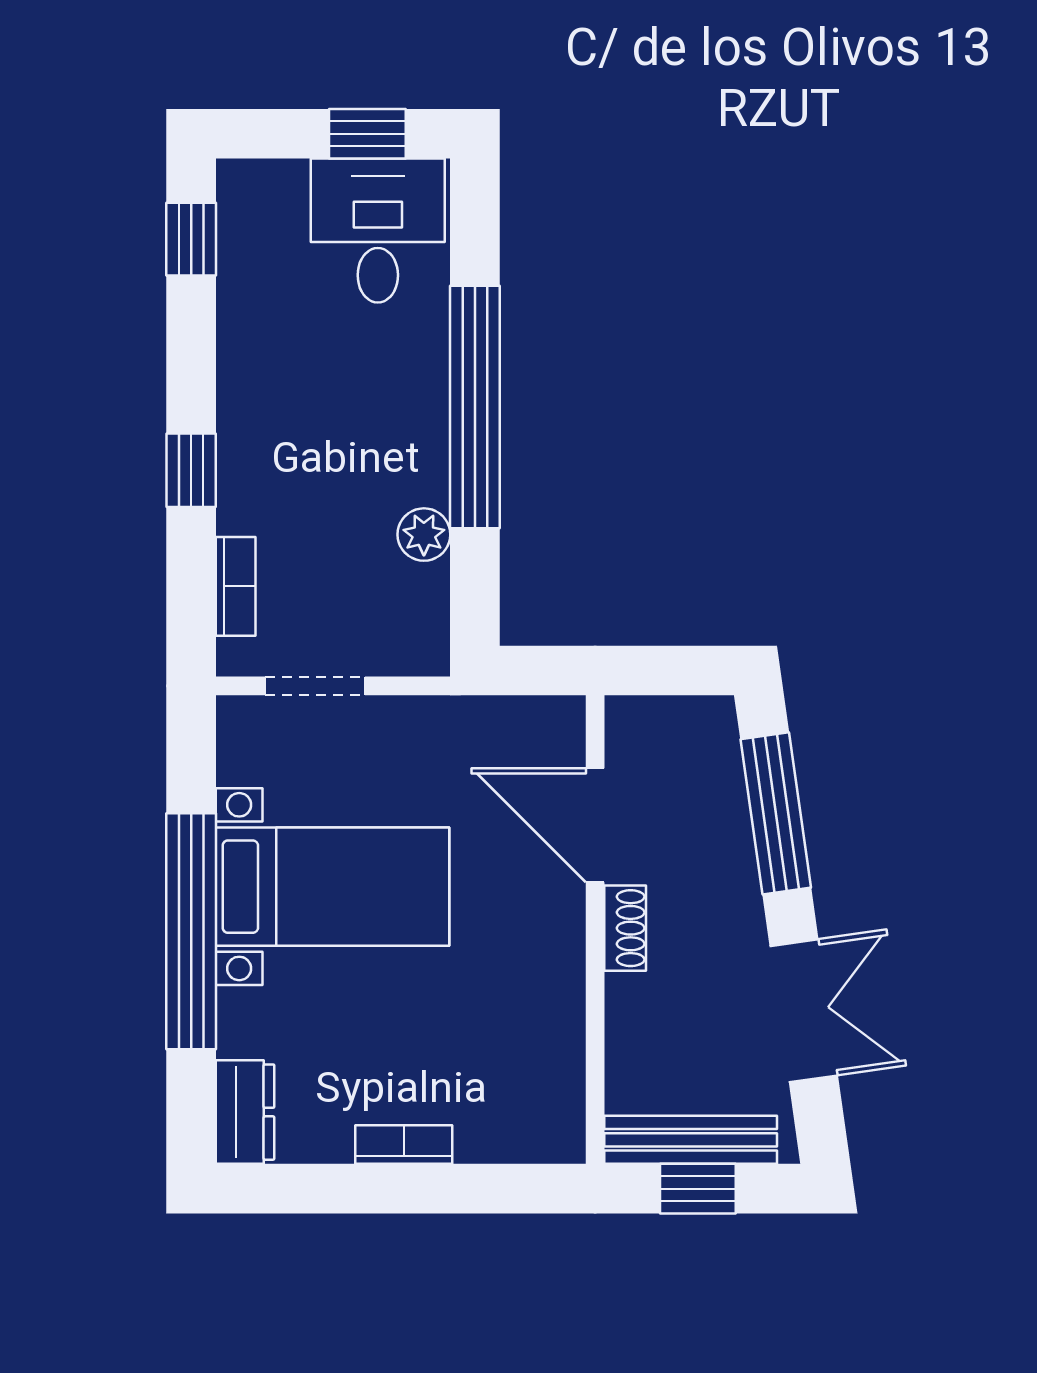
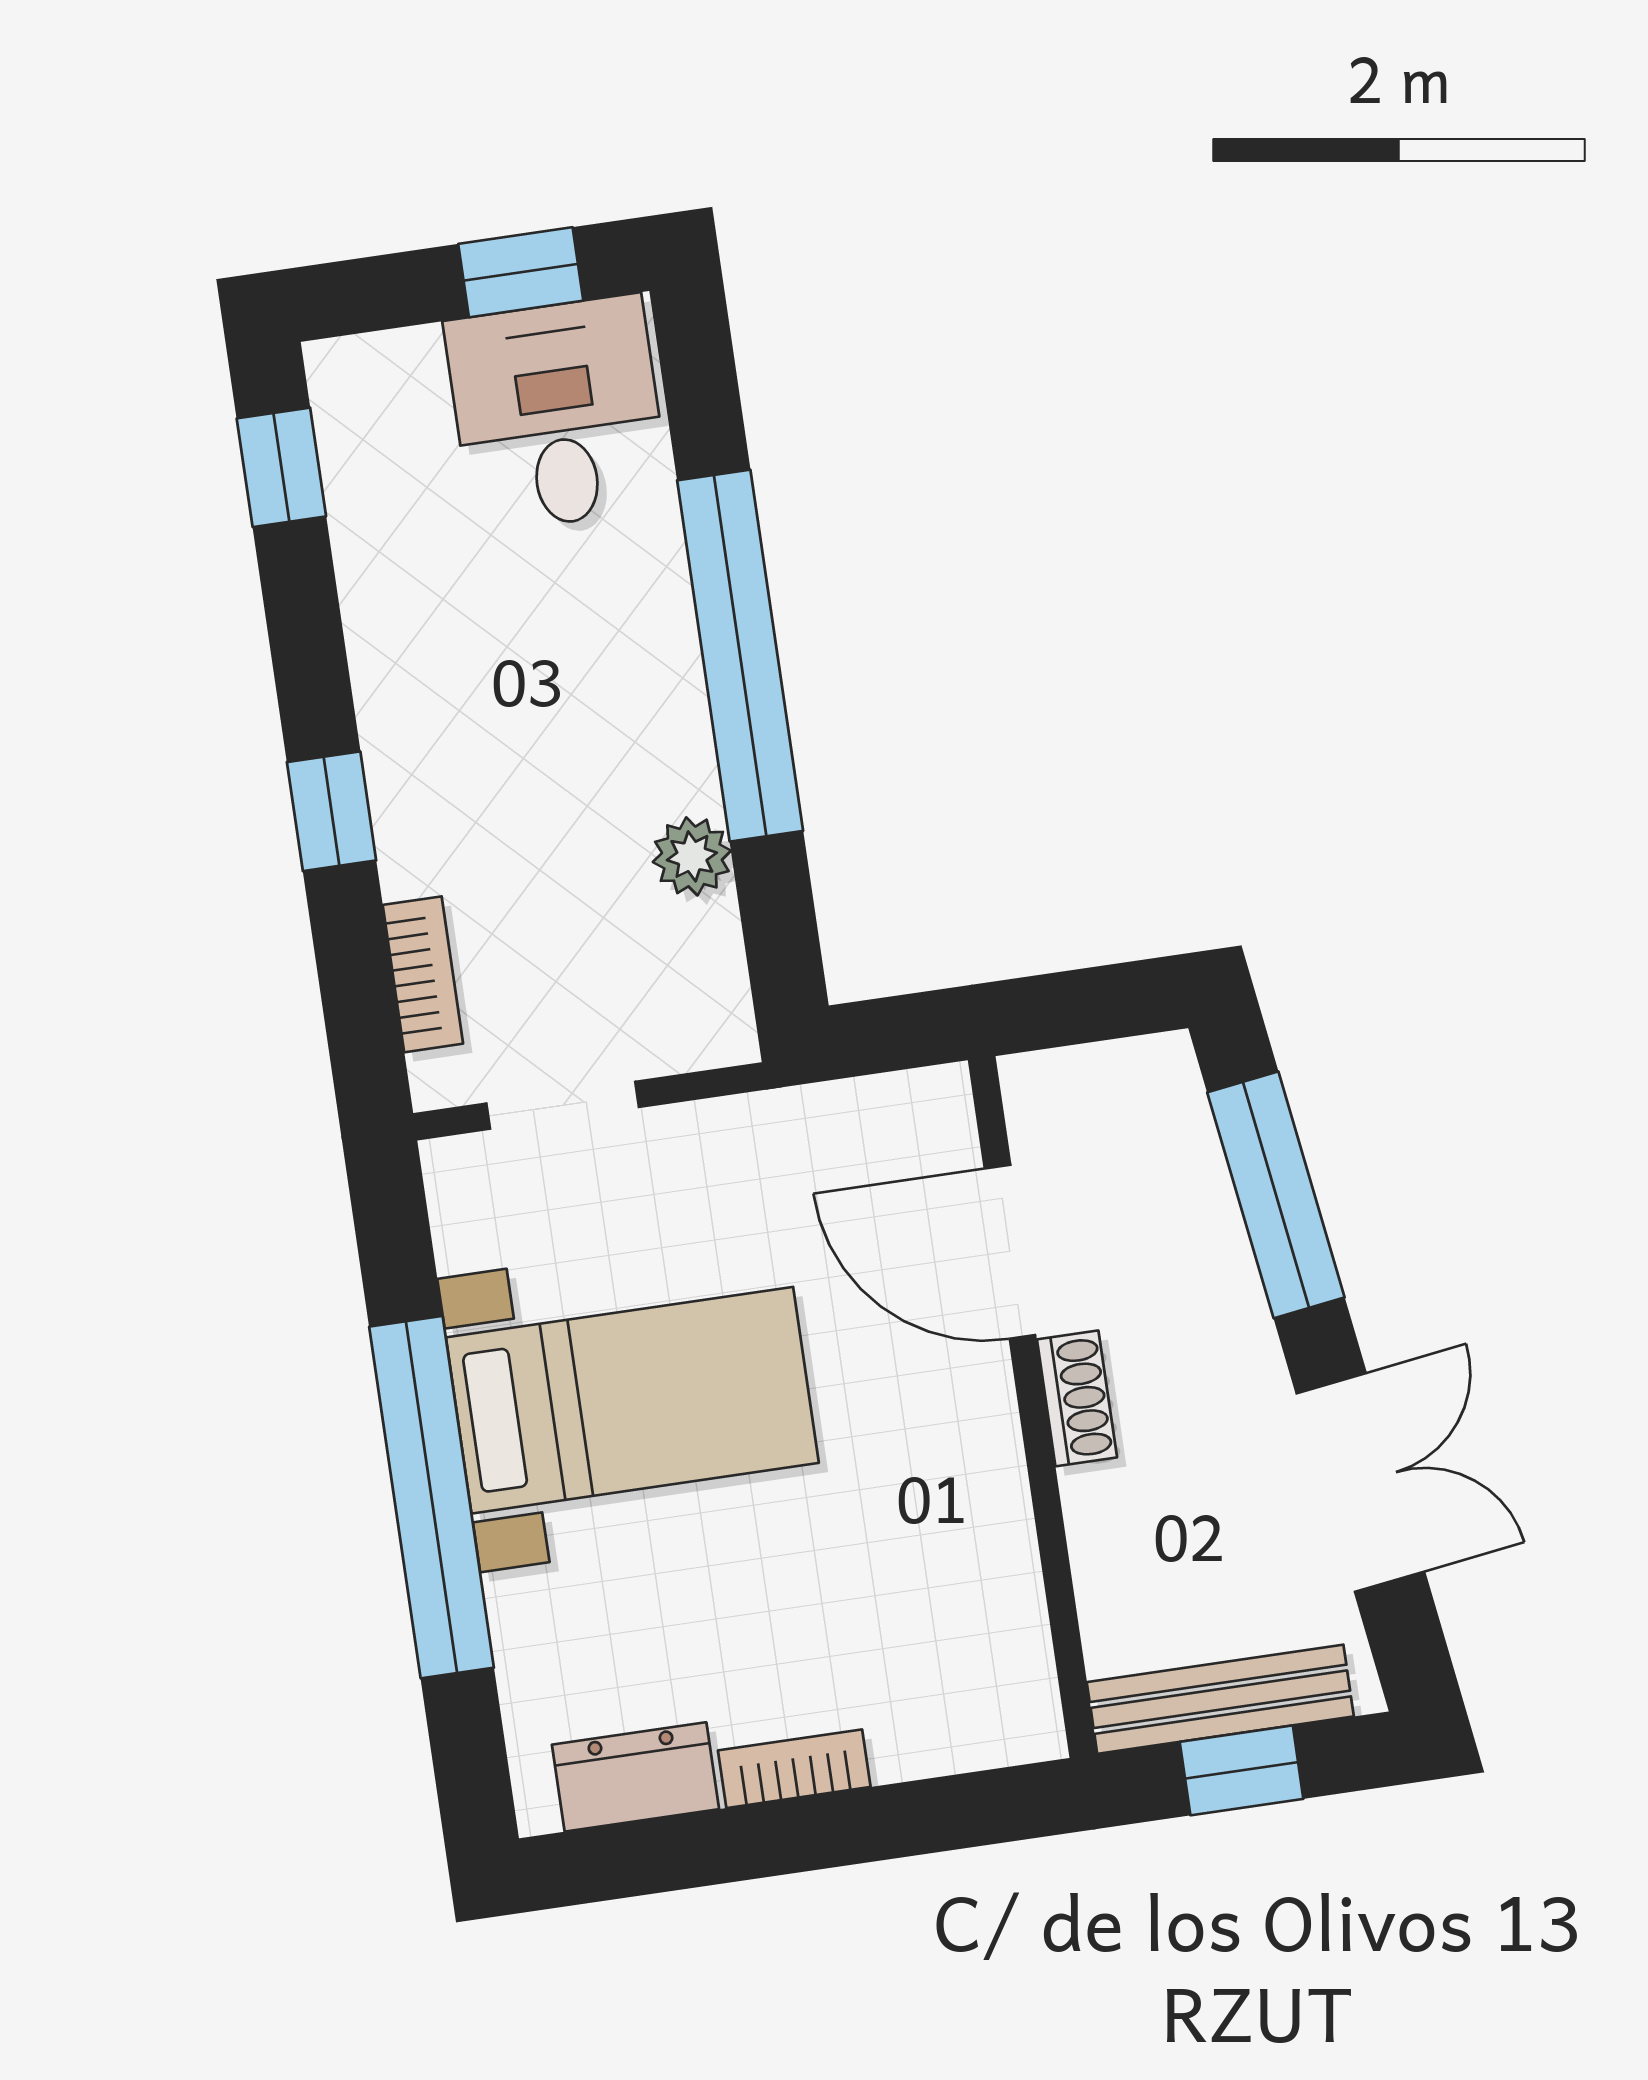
dresser: (245, 1112) -> (635, 1777), moved, turned -90

